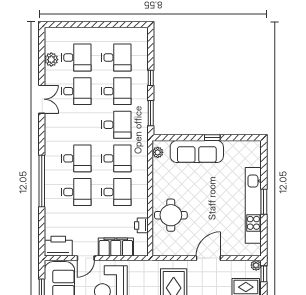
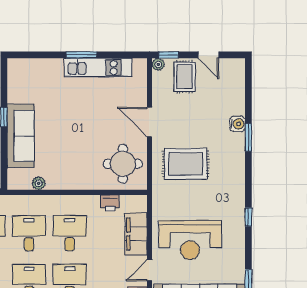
plant: (158, 152) -> (39, 183), moved
kitchen unit: (253, 205) -> (98, 68), width x0.73
round table: (171, 215) -> (123, 164), moved
door: (86, 258) -> (149, 270), swing flipped

